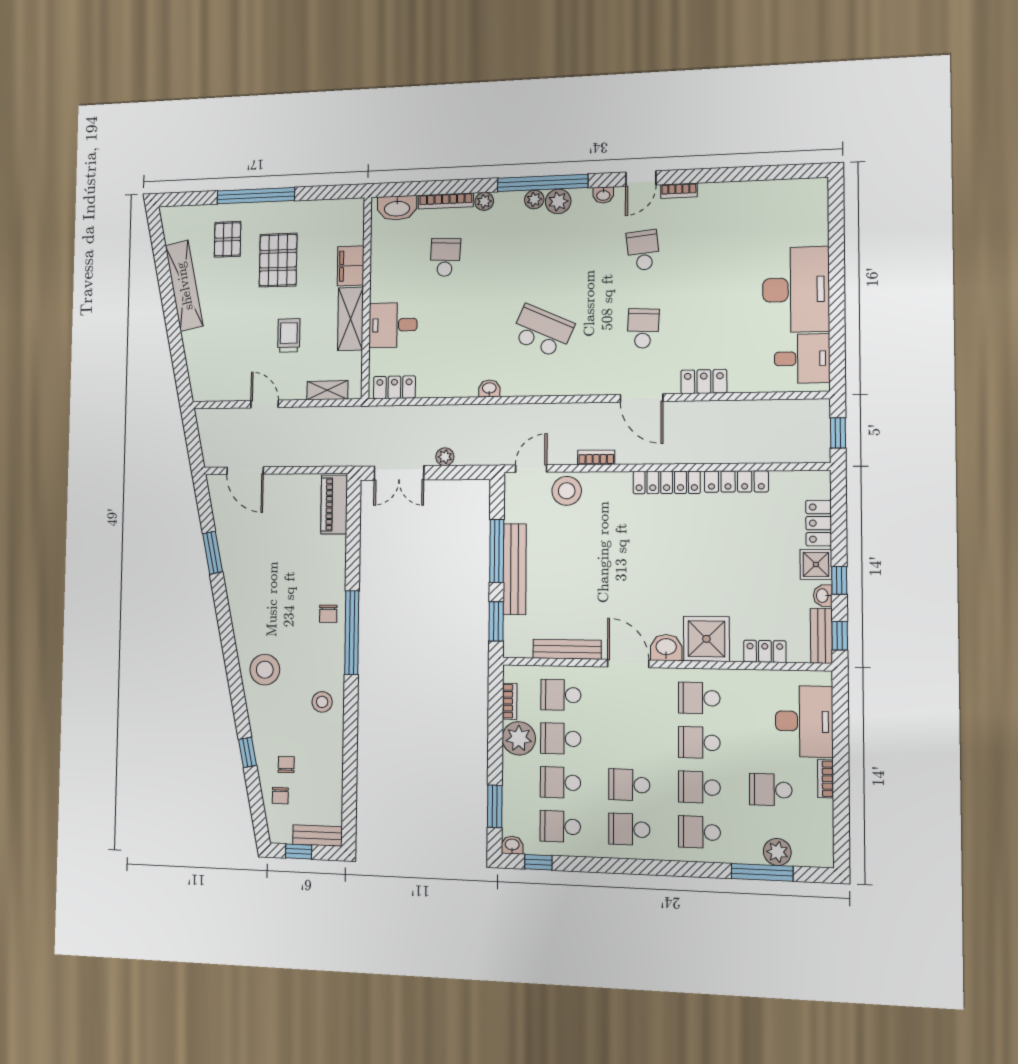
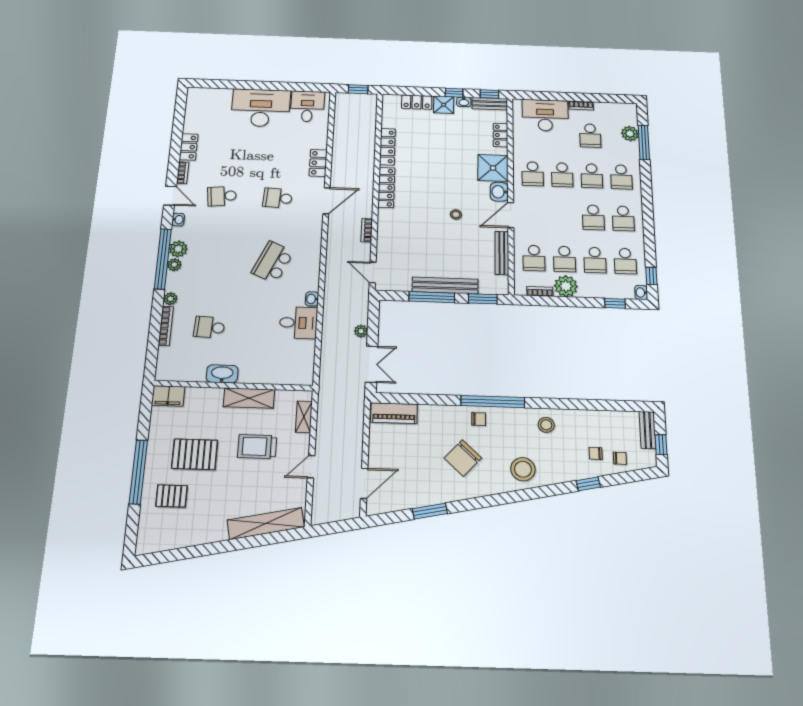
washbasin: (397, 208) -> (222, 374), moved, turned -90
filing cabinet: (351, 266) -> (168, 396), moved
shelving: (184, 286) -> (266, 524), moved
desk: (393, 325) -> (298, 323), moved, turned -90
trolley: (289, 335) -> (257, 447), width x1.36, depth x1.39
locker: (394, 387) -> (189, 147), moved, turned 180
stool: (567, 491) -> (456, 214), moved, width x0.53, depth x0.53
chair: (278, 593) -> (463, 458), added
window: (495, 806) -> (615, 303), width x0.67

